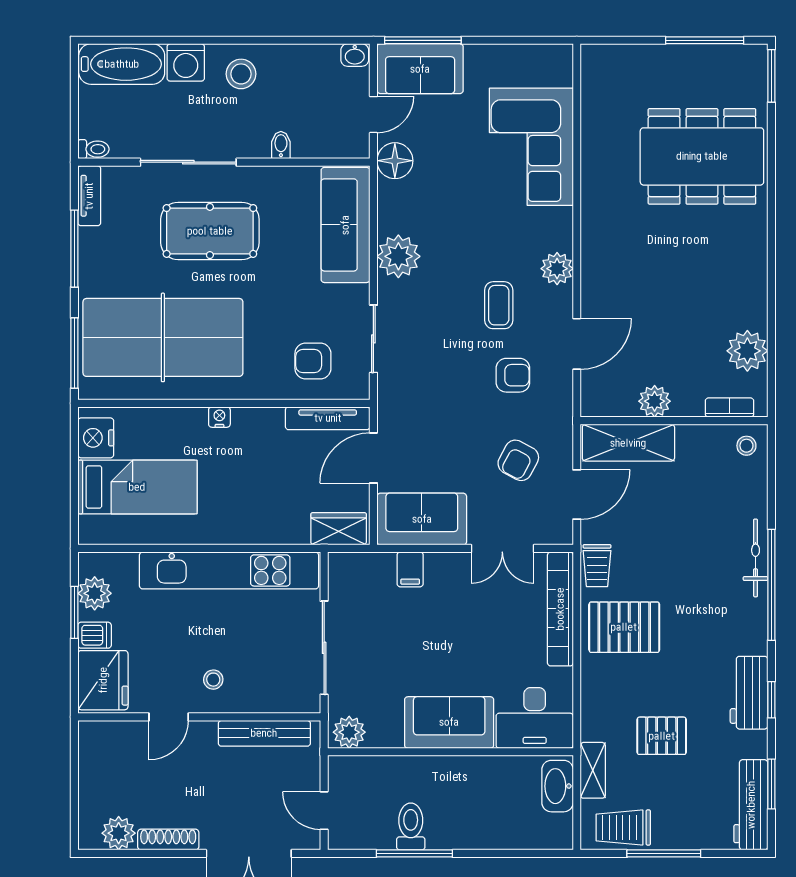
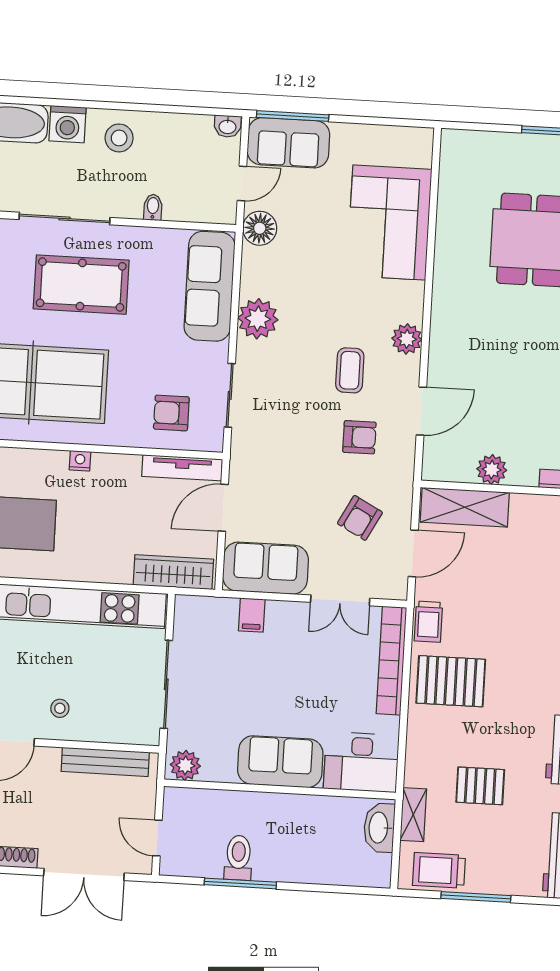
wardrobe: (339, 529) -> (173, 572), width x1.50

